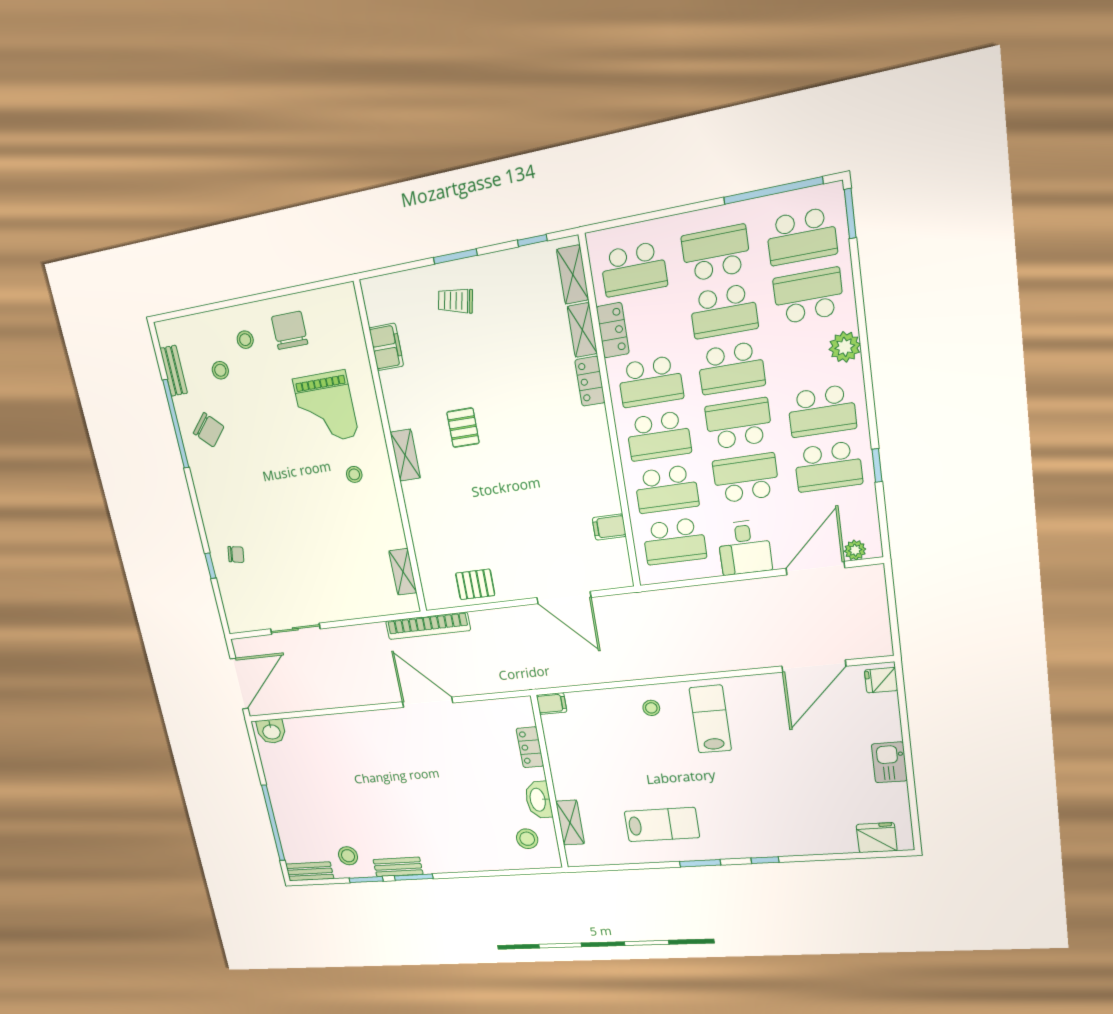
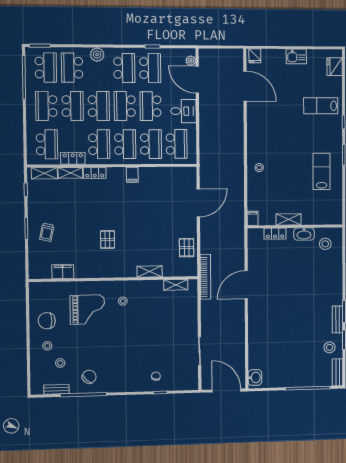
pallet: (463, 428) -> (108, 240), turned 90
shelving: (405, 455) -> (150, 271), moved
filing cabinet: (609, 527) -> (132, 175), moved
lab bench: (710, 719) -> (321, 106), moved
shelving: (570, 823) -> (289, 219), moved

